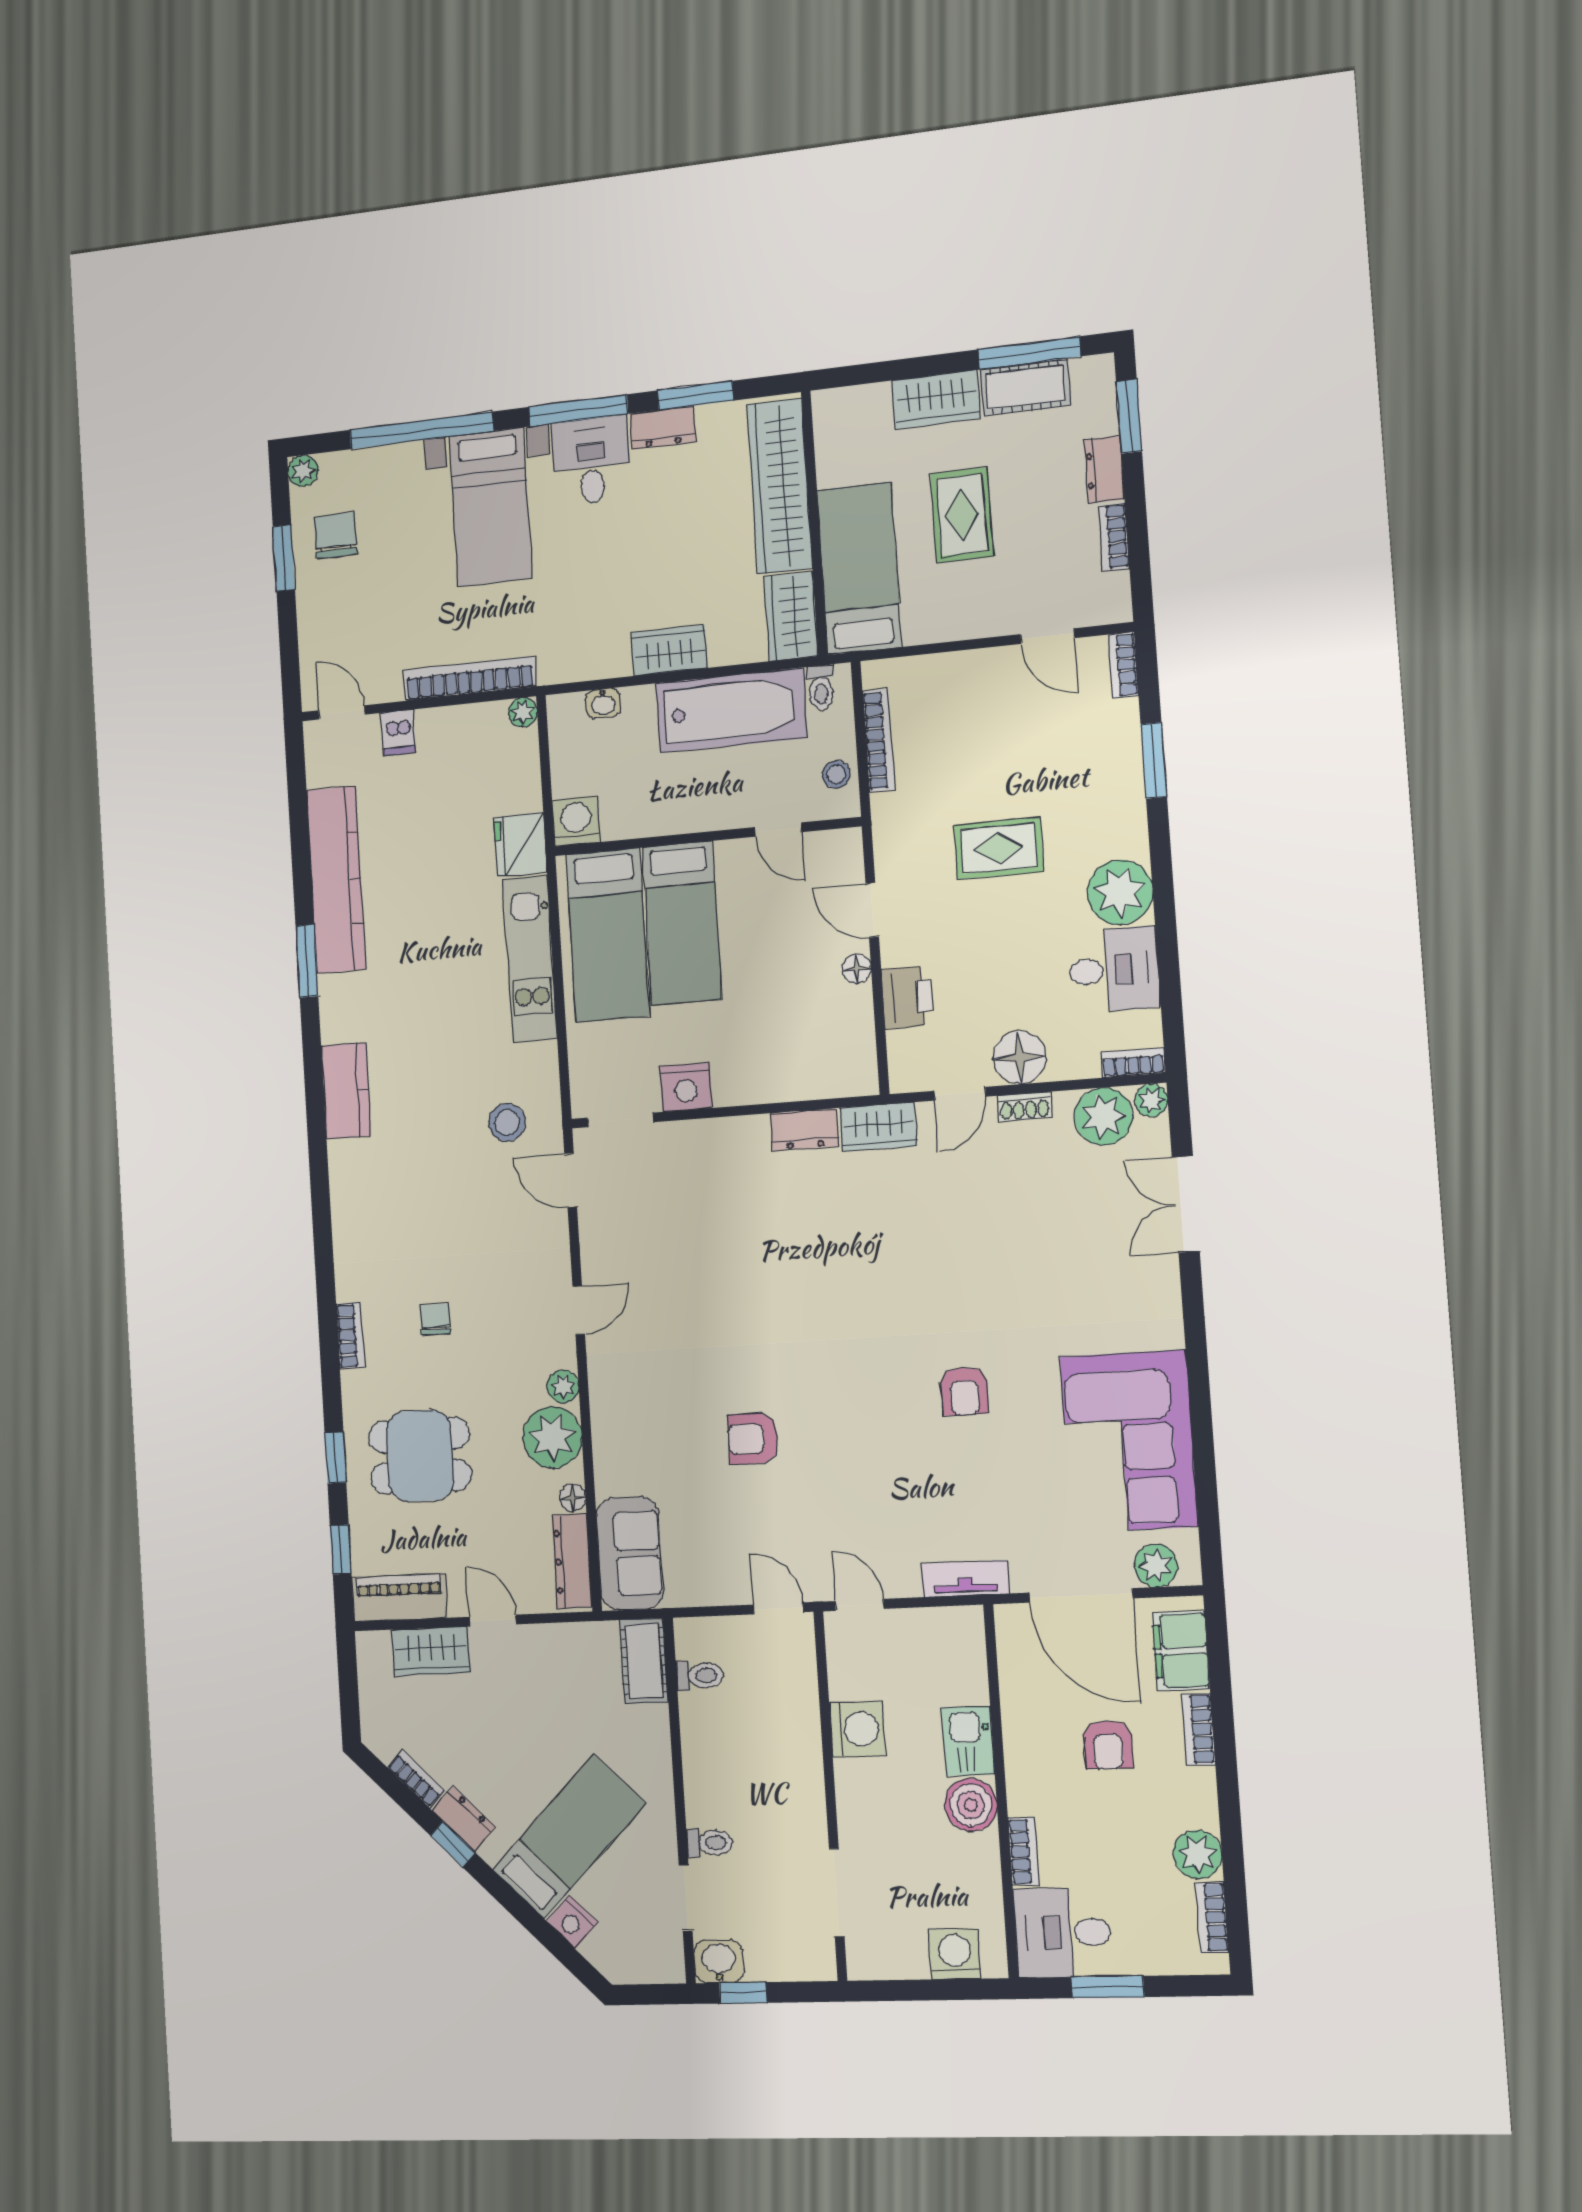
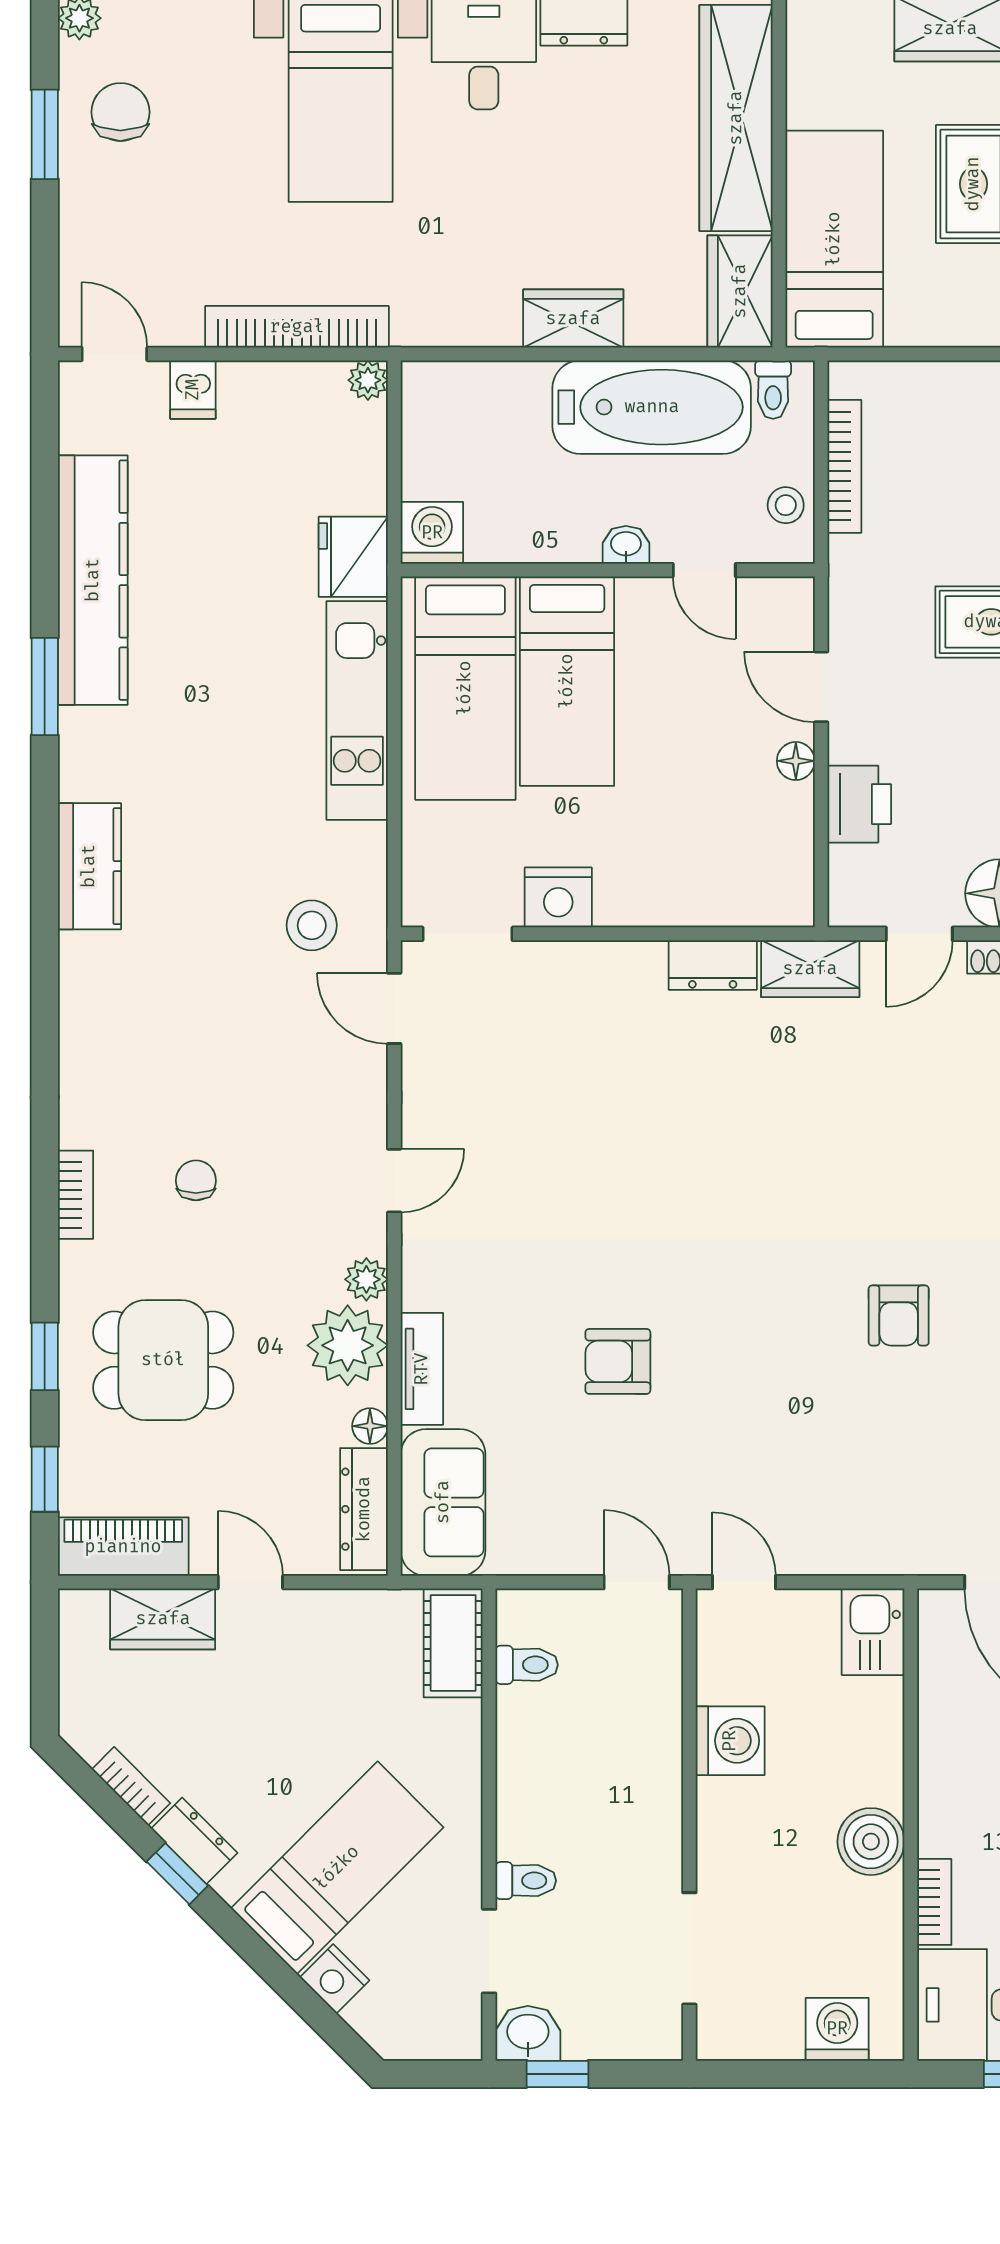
washbasin: (603, 703) -> (626, 545), moved, turned 180
tv unit: (965, 1579) -> (422, 1369), moved, turned 90
kitchen sink: (968, 1741) -> (873, 1632), moved

